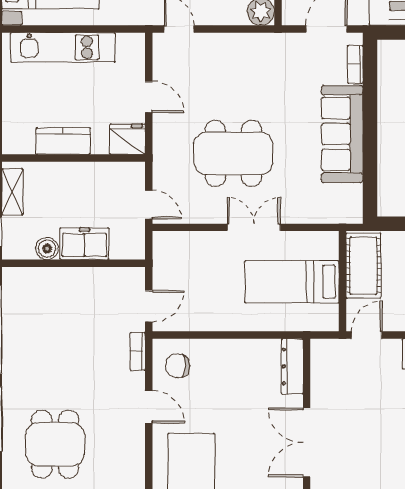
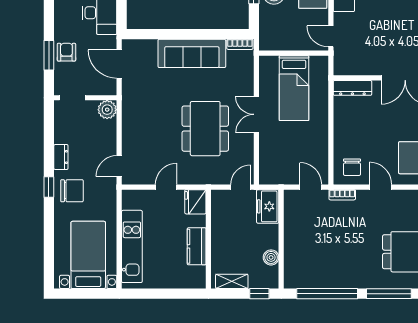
bookcase: (355, 64) -> (240, 44), moved
freezer: (84, 244) -> (268, 206), moved
cot: (364, 266) -> (283, 39), removed
door: (149, 407) -> (381, 187), hinge flipped

